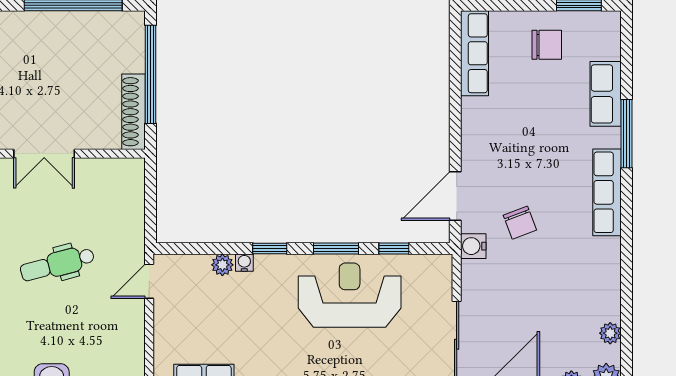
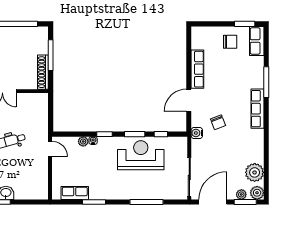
row of seats: (474, 53) -> (197, 69), moved
window: (151, 74) -> (51, 55), width x0.68
row of seats: (606, 94) -> (257, 41), moved
door: (455, 196) -> (189, 100), moved
door: (149, 281) -> (50, 149), swing flipped
plant: (610, 333) -> (255, 172), width x1.88, depth x1.88

